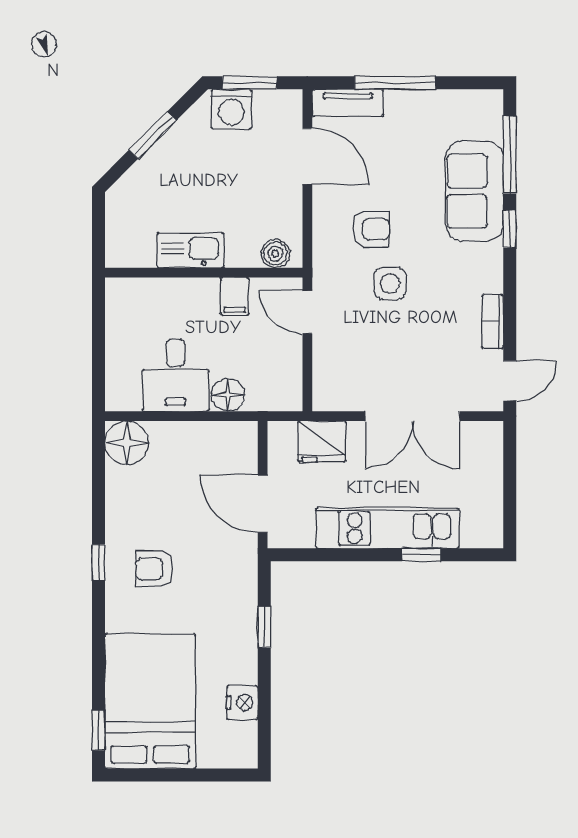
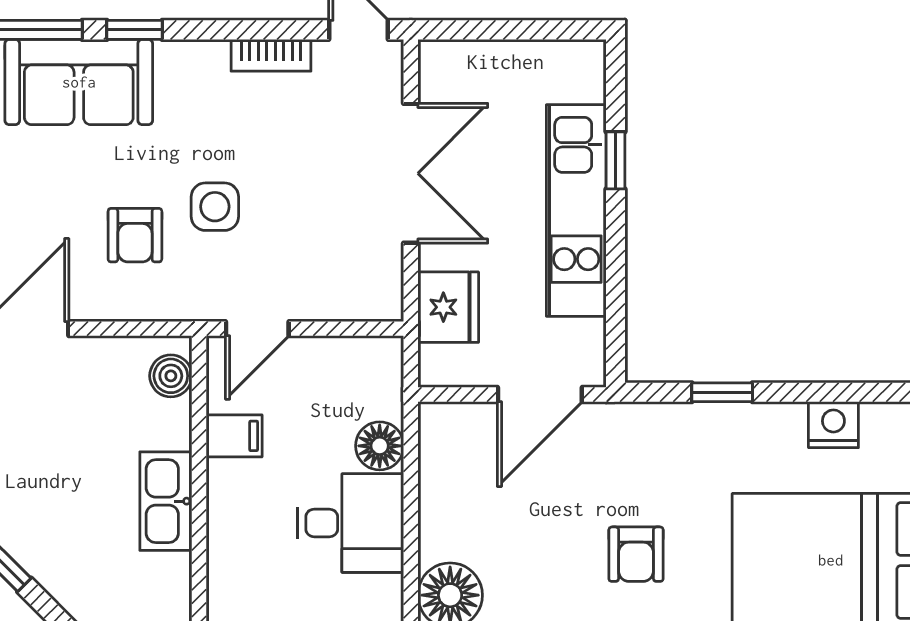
armchair: (371, 229) -> (135, 235), turned 180

